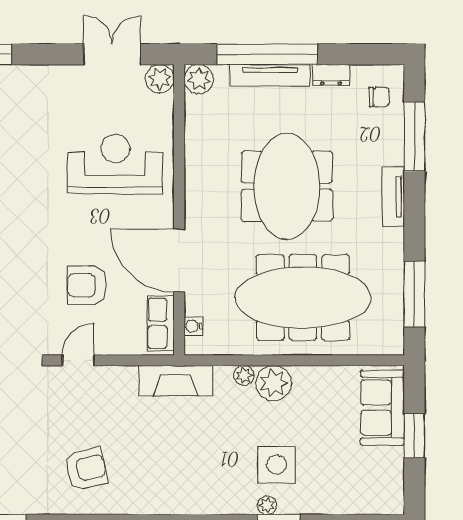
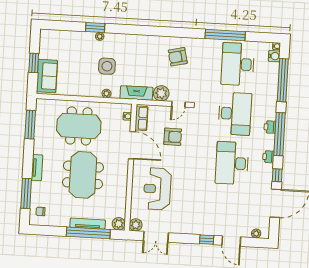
dresser: (331, 75) -> (61, 222), removed
reception desk: (115, 164) -> (157, 189), turned 90
meeting table: (303, 298) -> (79, 126), width x0.73
plant: (274, 383) -> (161, 93), moved
side table: (277, 465) -> (107, 66), moved

